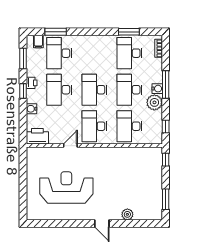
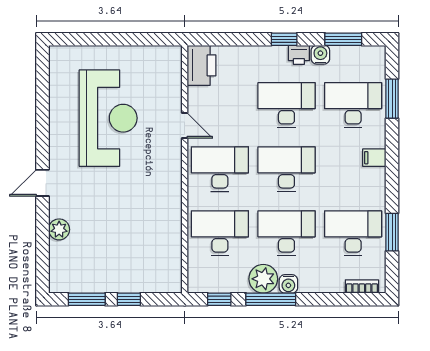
filing cabinet: (38, 41) -> (374, 158), moved
window: (166, 84) -> (271, 299), moved
water cooler: (32, 109) -> (320, 55), moved
window: (166, 160) -> (129, 299), moved

